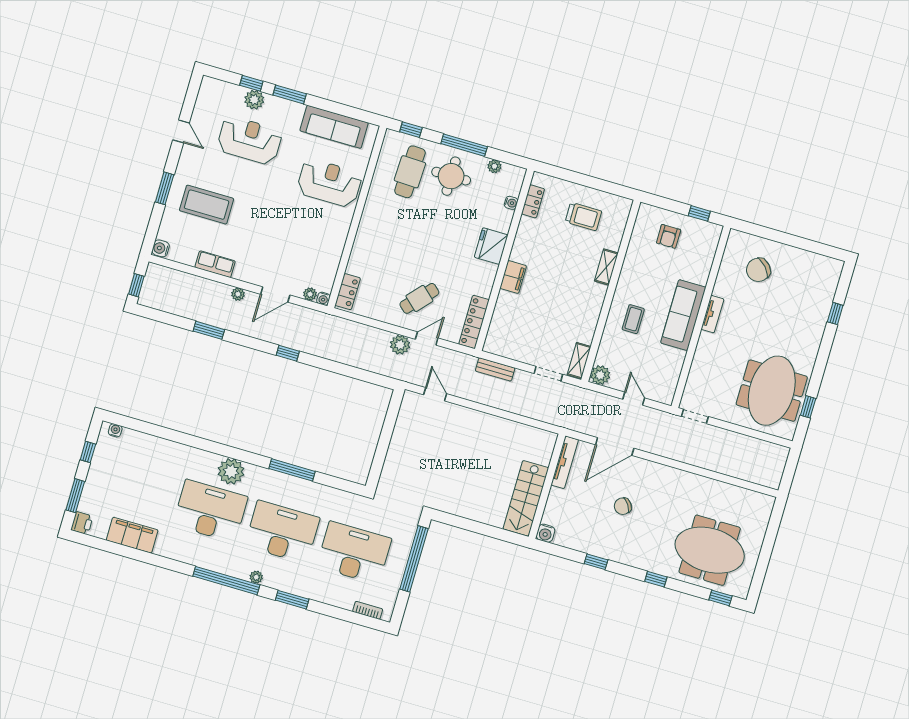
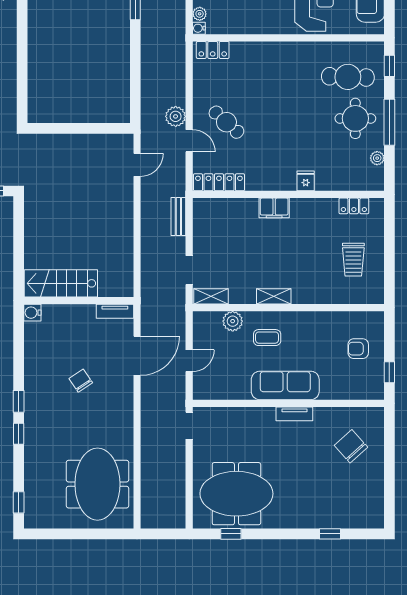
water cooler: (511, 203) -> (346, 185), removed
fridge: (491, 246) -> (306, 181), width x0.53, depth x0.75
shelving: (606, 267) -> (274, 296), moved
plant: (600, 375) -> (233, 321), moved
door: (615, 446) -> (137, 356), swing flipped
tv unit: (565, 462) -> (115, 311), width x0.71
window: (292, 470) -> (22, 46), removed
meeting table: (710, 550) -> (97, 484), moved
window: (596, 562) -> (19, 401), moved

